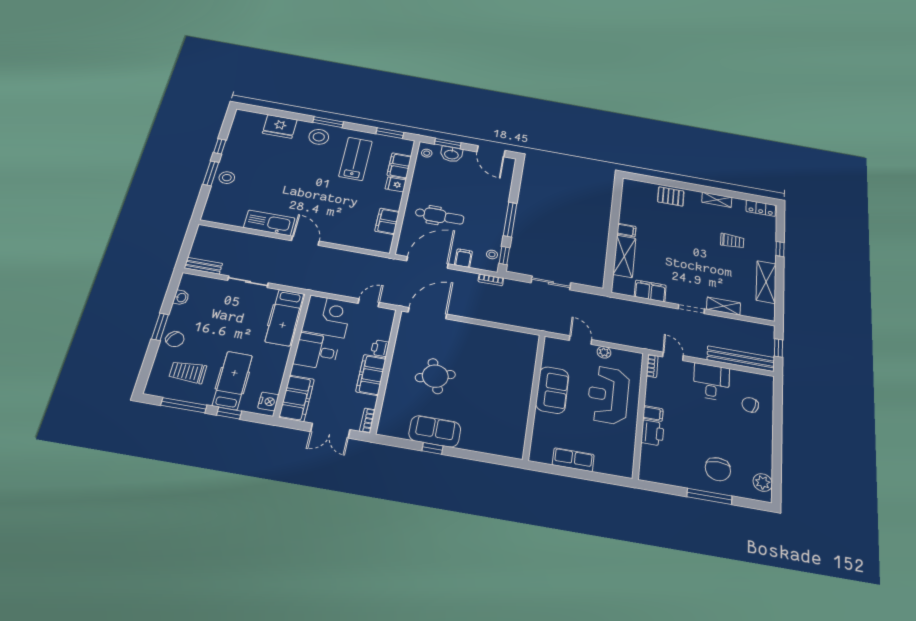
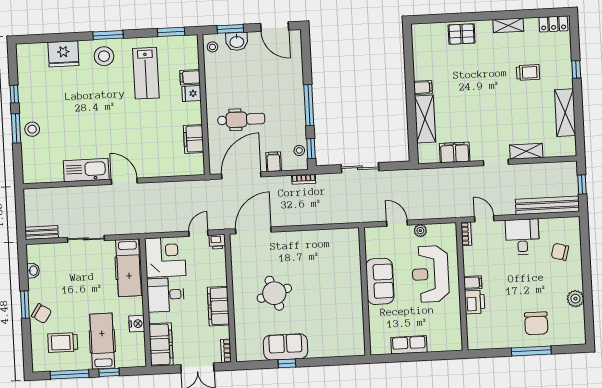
lab bench: (355, 159) -> (146, 73), turned 180
filing cabinet: (399, 166) -> (190, 77), width x0.50
printer: (380, 348) -> (217, 242), moved, turned -90
nightstand: (268, 401) -> (137, 324), moved
plant: (763, 483) -> (575, 299), moved

